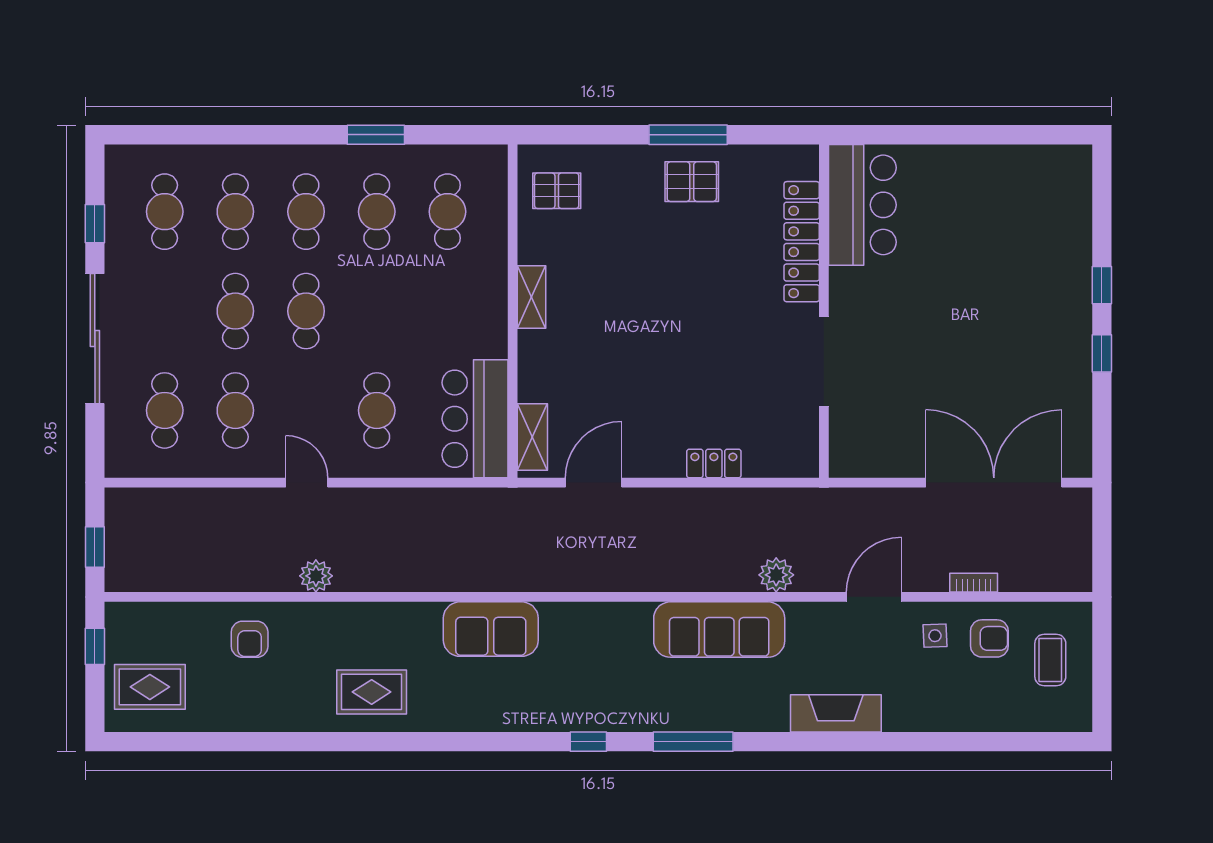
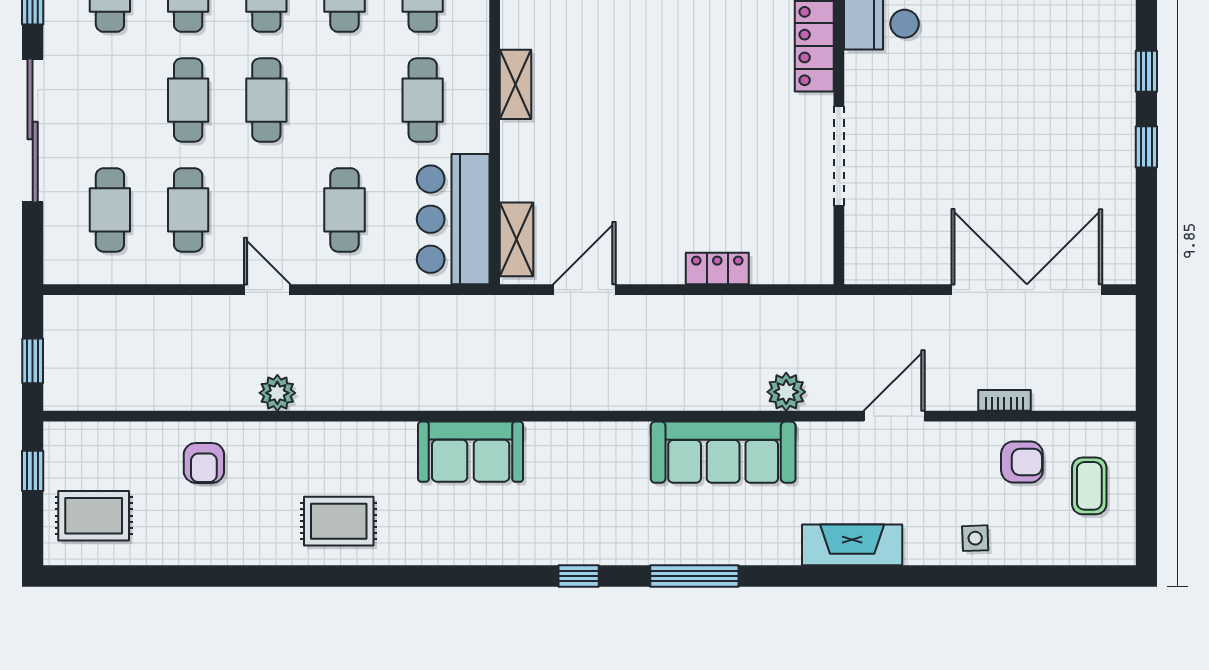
cafe table: (447, 311) -> (423, 100), added
side table: (935, 636) -> (975, 538), moved

